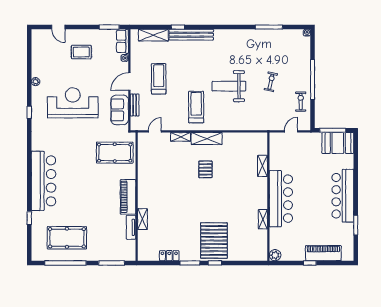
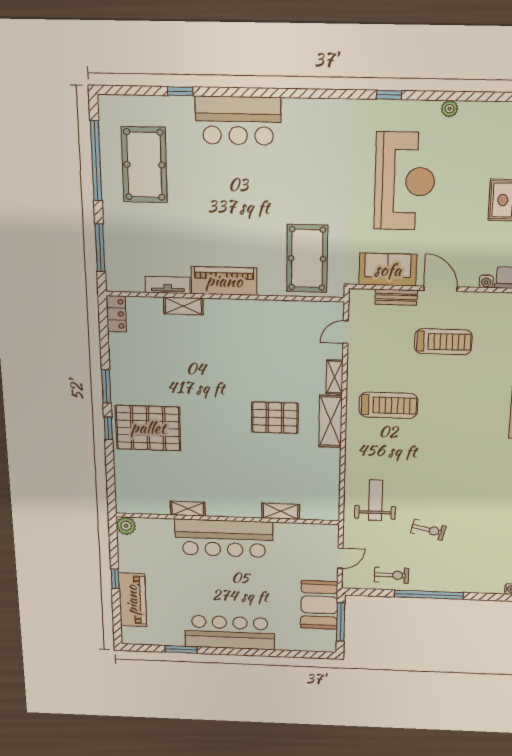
weight bench: (229, 86) -> (375, 500), moved, width x0.73, depth x0.75
door: (155, 131) -> (346, 332), swing flipped
door: (291, 131) -> (340, 558), hinge flipped
booth: (338, 143) -> (319, 605), moved
pallet: (205, 169) -> (275, 418), width x1.50, depth x1.42
bar counter: (43, 181) -> (238, 121), width x0.73
locker: (169, 256) -> (116, 314), moved

